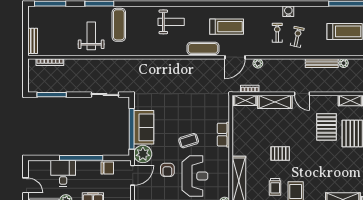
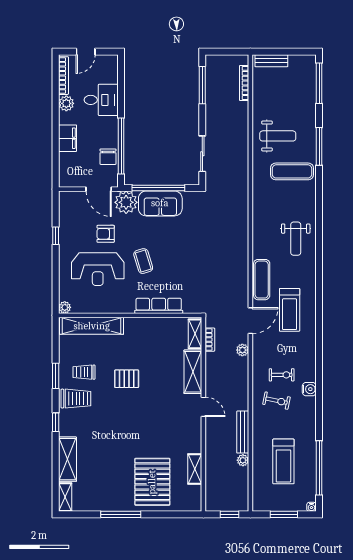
door: (235, 57) -> (250, 321), swing flipped
door: (302, 94) -> (203, 407), swing flipped
pallet: (327, 127) -> (161, 438), removed
row of seats: (223, 135) -> (159, 306), width x1.48
pallet: (280, 154) -> (127, 379), turned 90
window: (81, 158) -> (121, 146), moved

